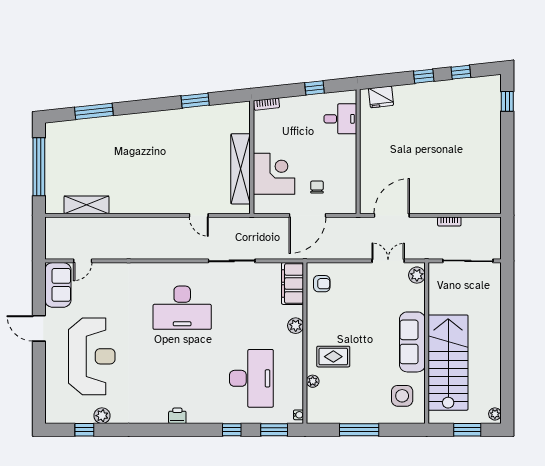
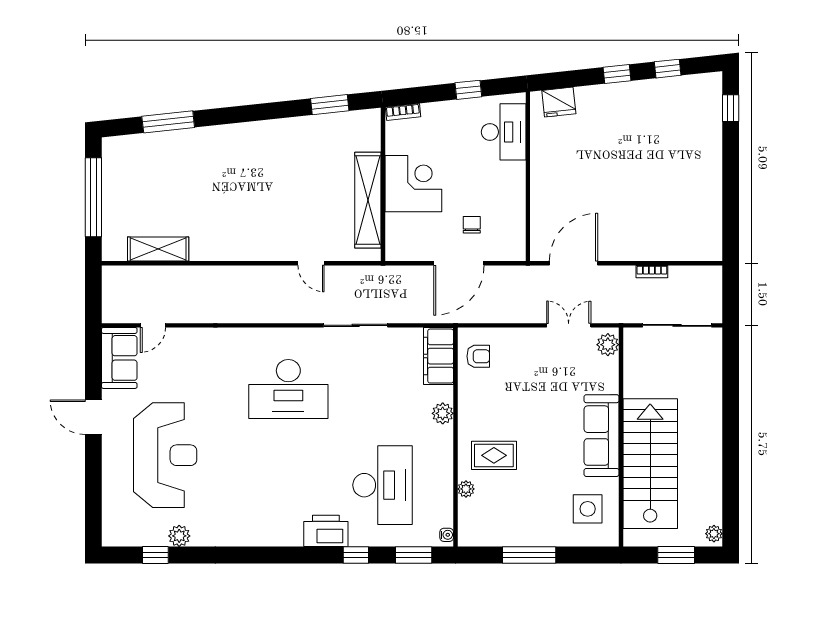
window: (195, 101) -> (330, 105), moved
desk: (340, 119) -> (504, 132), width x1.37
corner desk: (274, 174) -> (413, 184), moved
printer: (177, 416) -> (326, 531), moved, width x1.87, depth x1.48

